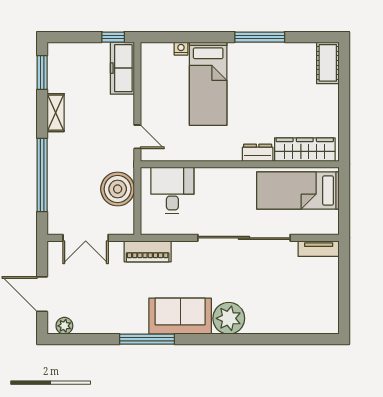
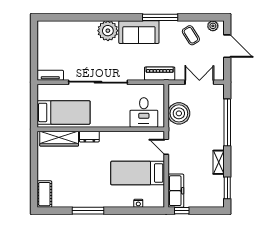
bed: (208, 84) -> (138, 173), moved, turned -90
coffee table: (99, 311) -> (191, 35), added

